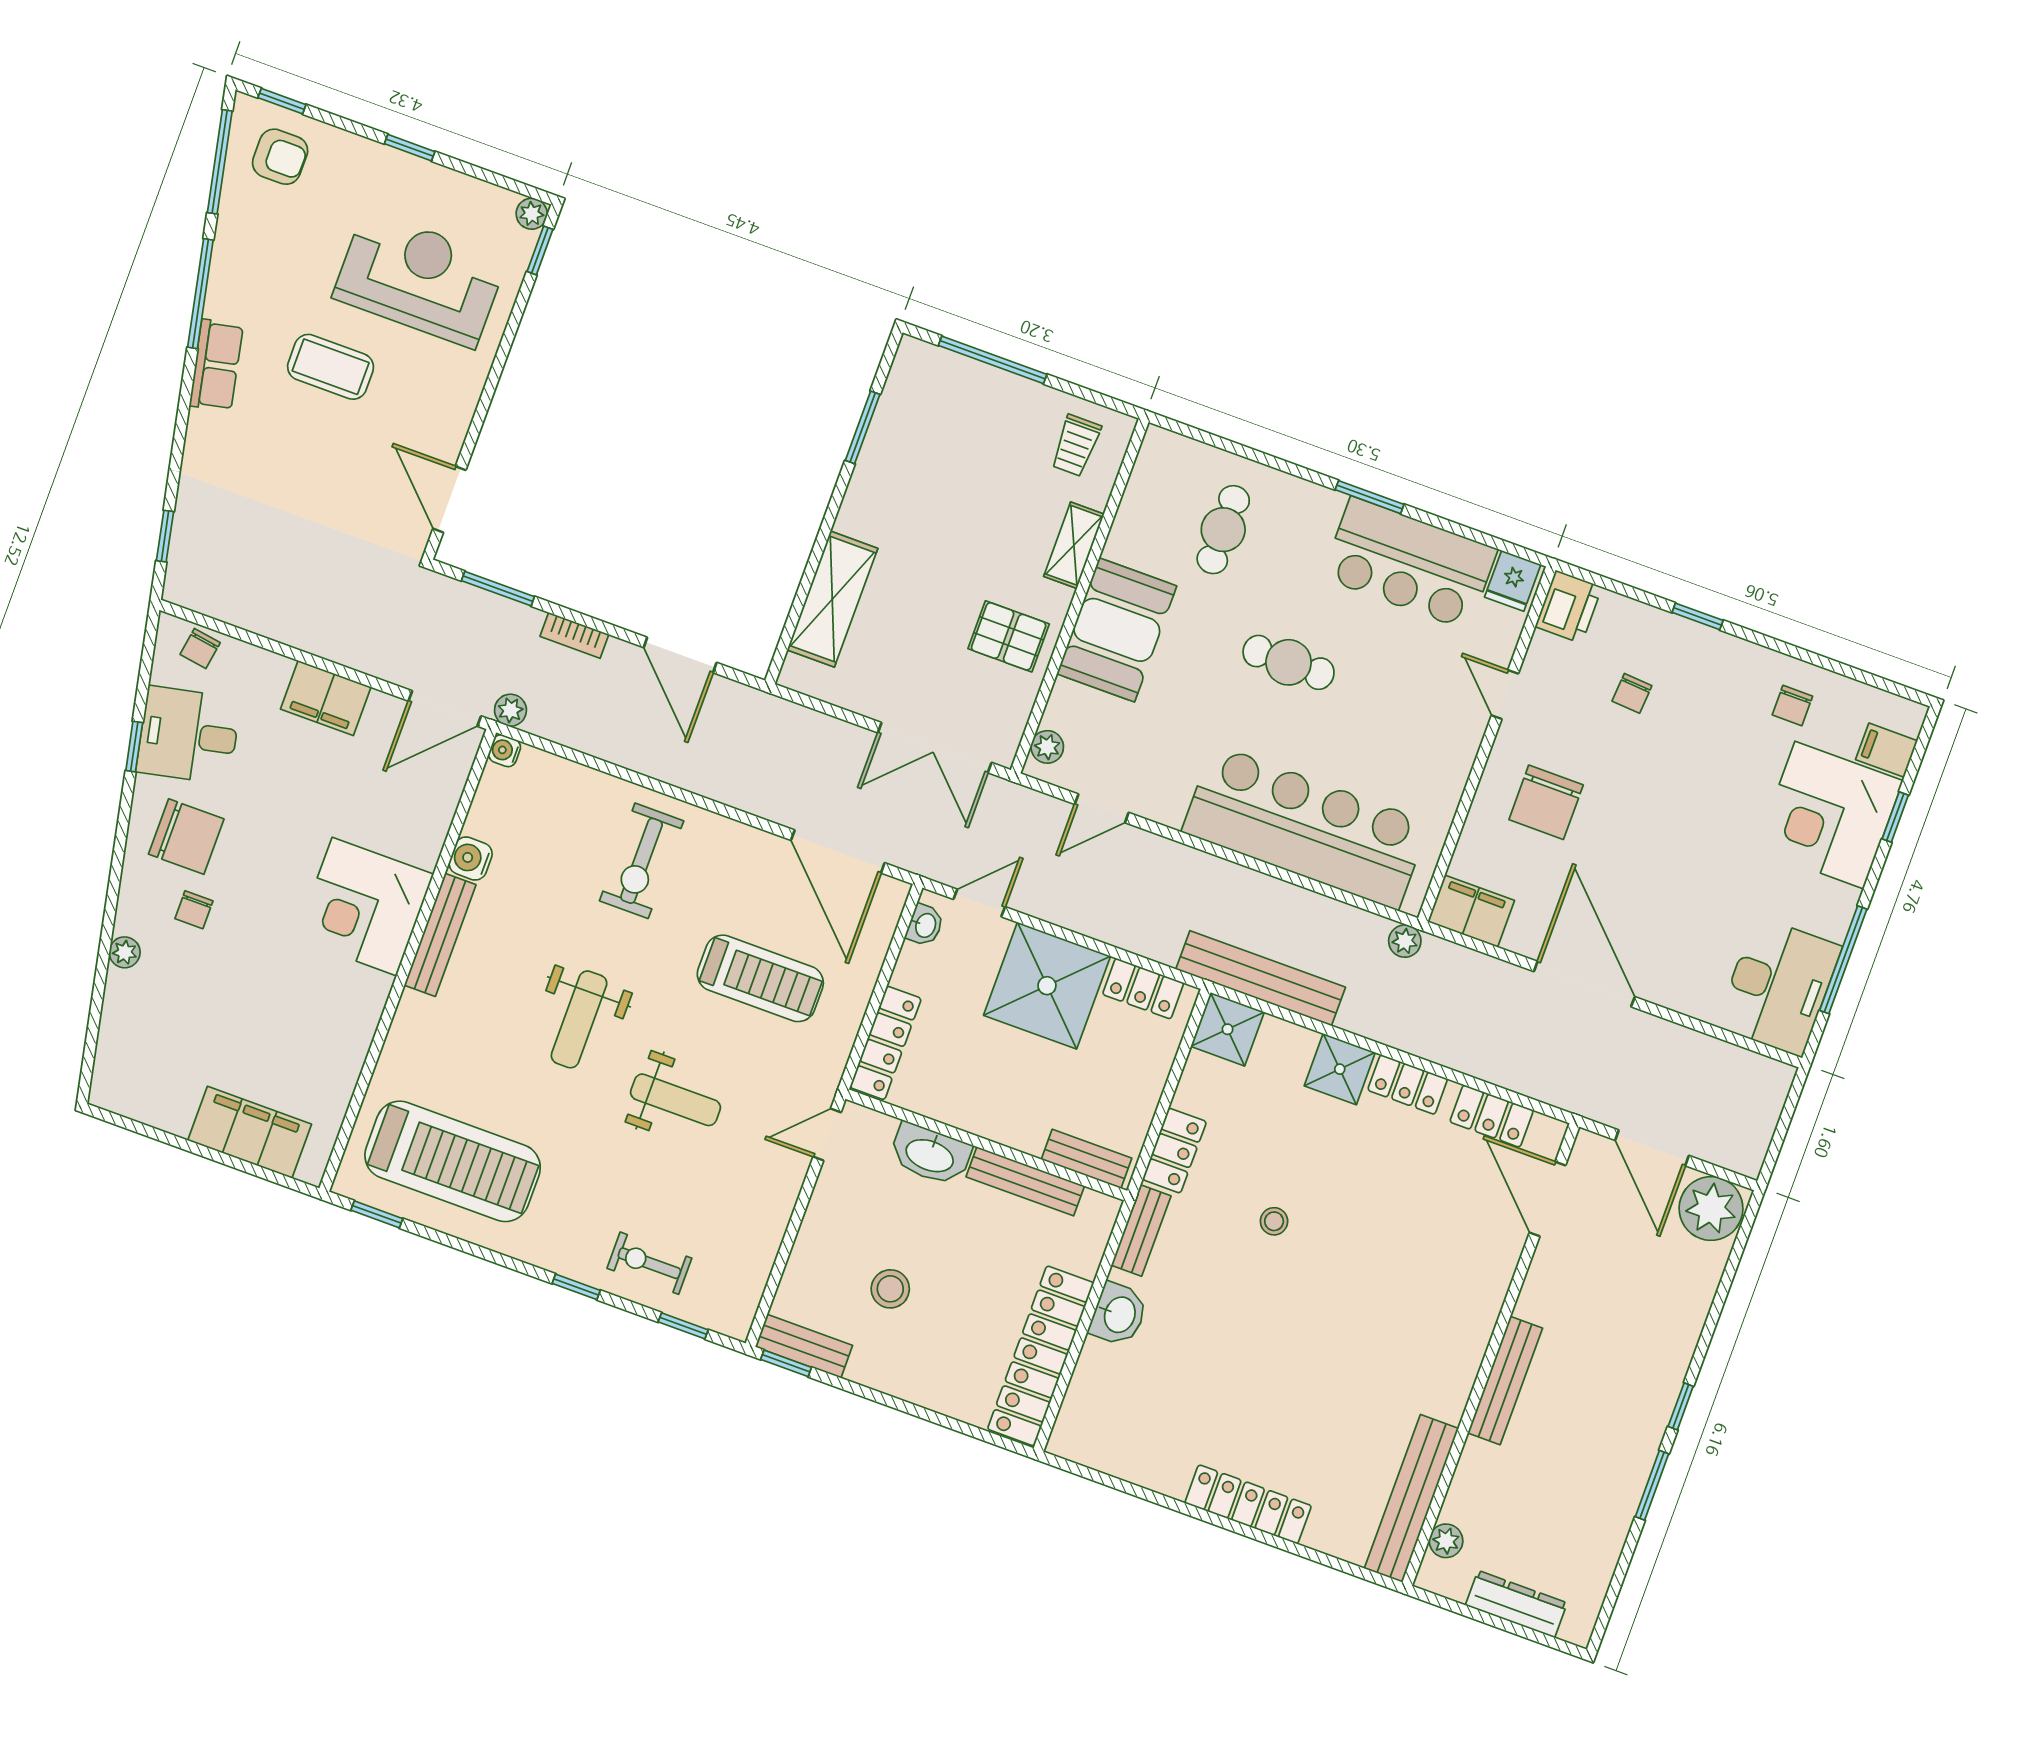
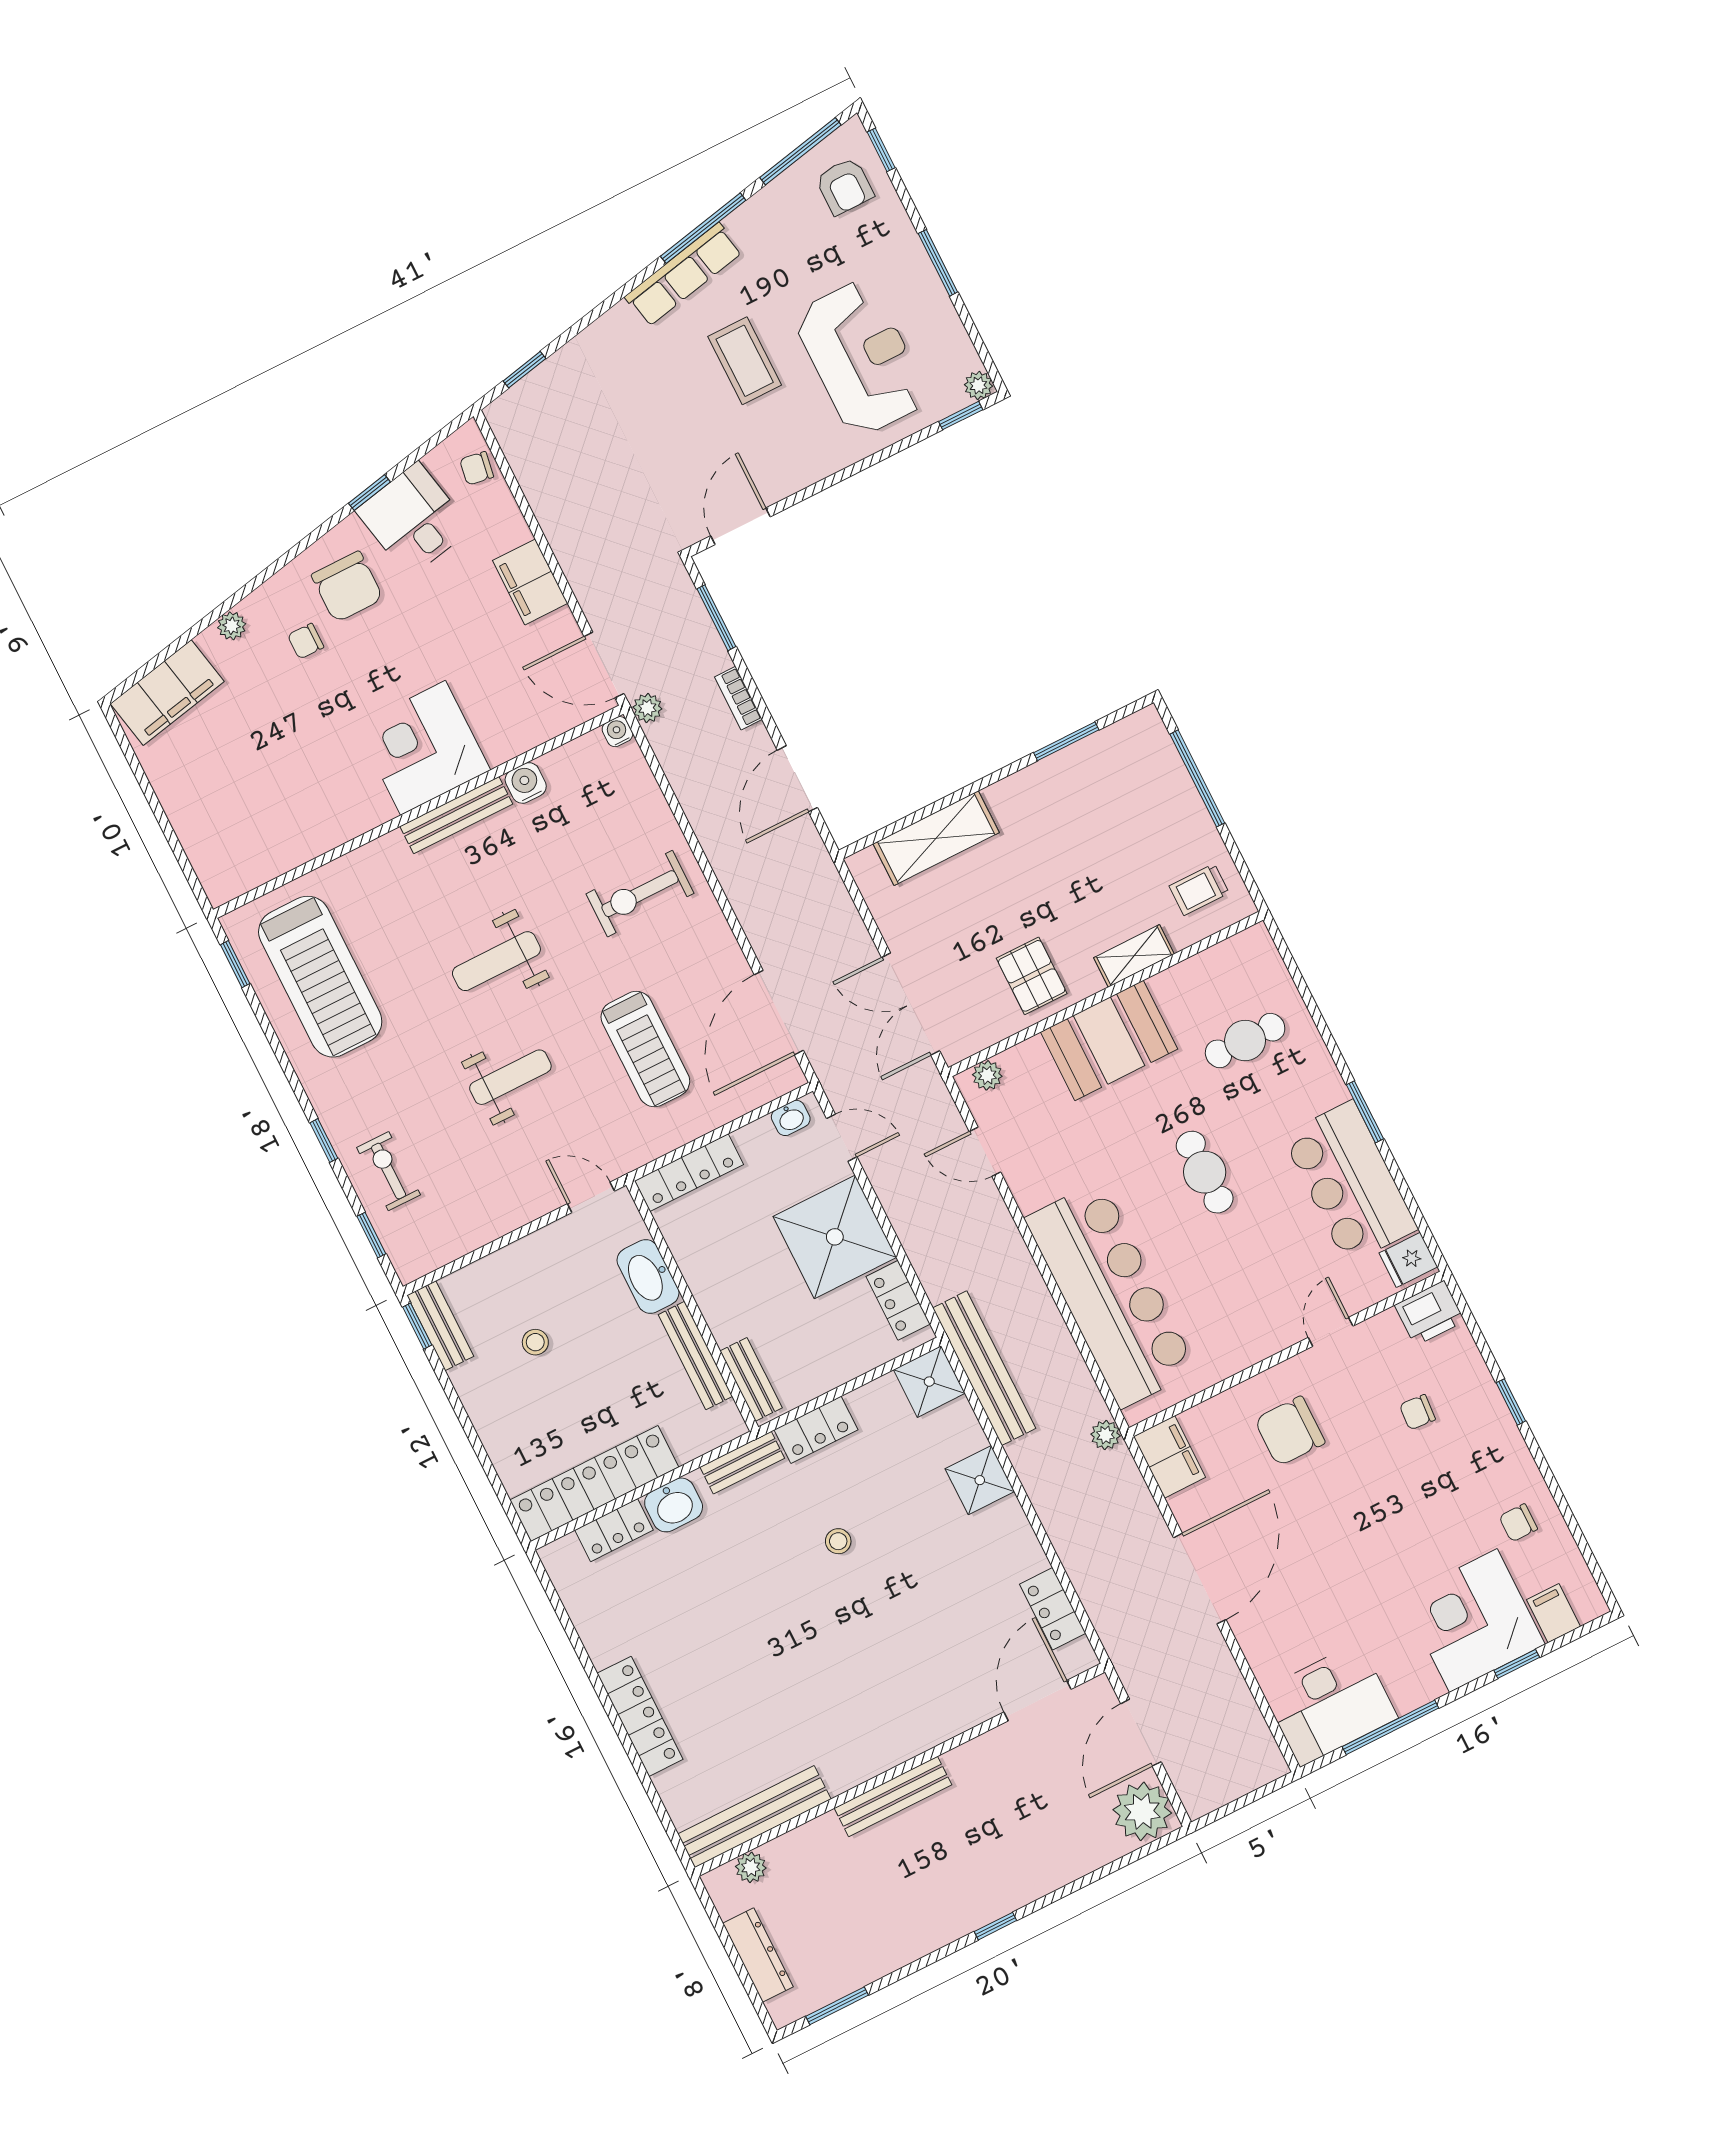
window: (410, 148) -> (938, 263), width x1.50
row of seats: (216, 365) -> (684, 275), width x1.48
locker: (1408, 1084) -> (614, 1530), moved, turned -90
weight bench: (676, 1100) -> (510, 1077), turned -90
filing cabinet: (250, 1132) -> (167, 693), moved, turned 78
stool: (890, 1289) -> (535, 1342), width x0.73, depth x0.73
window: (1652, 1485) -> (837, 2006), moved

